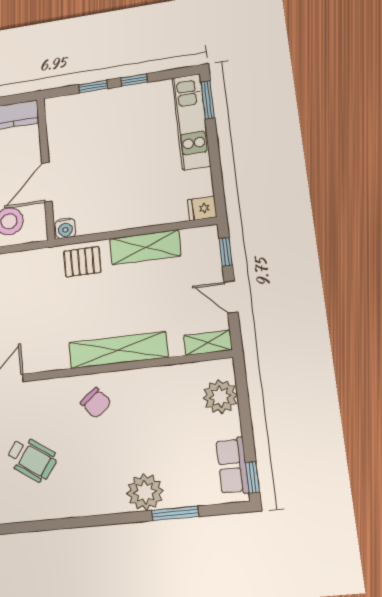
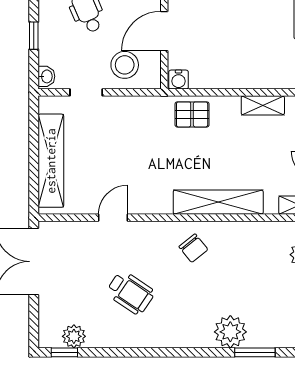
shelving: (145, 247) -> (263, 105), width x0.67, depth x0.75

